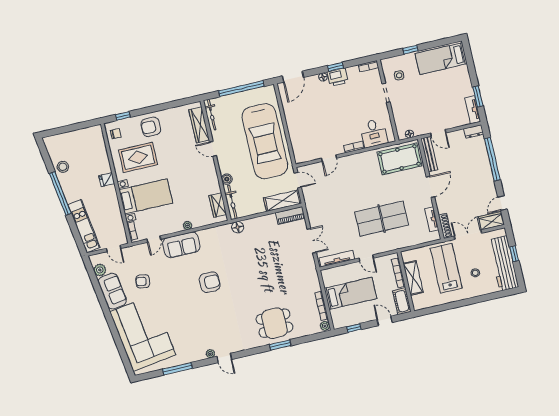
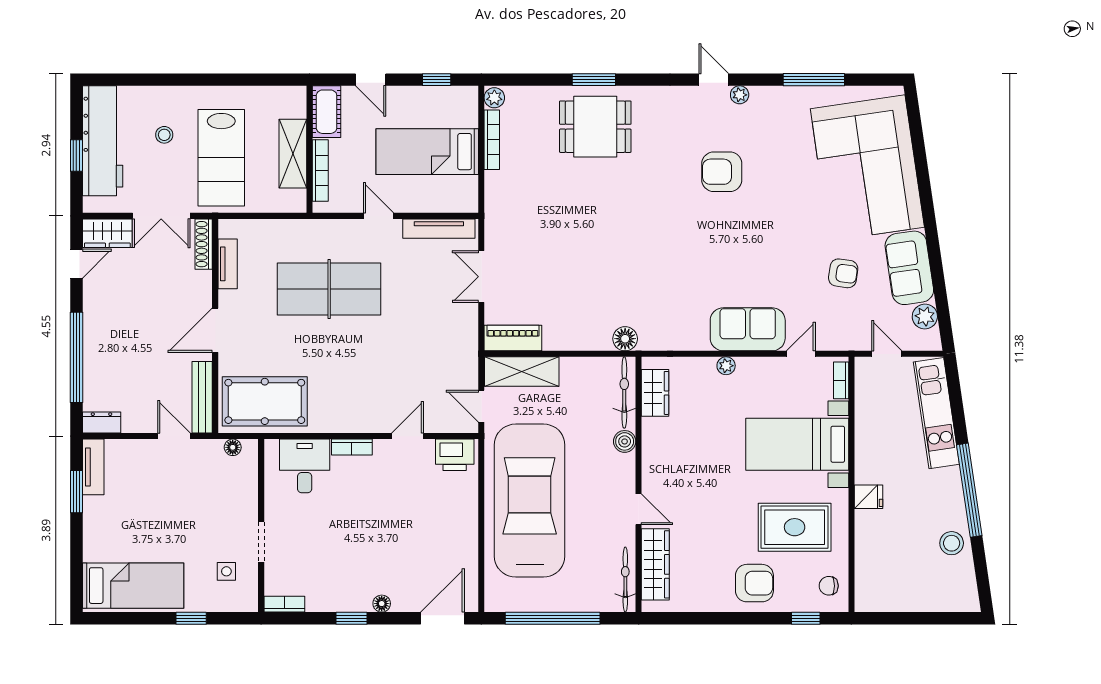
printer: (338, 77) -> (455, 455), moved, turned 180
armchair: (210, 282) -> (722, 172), moved

